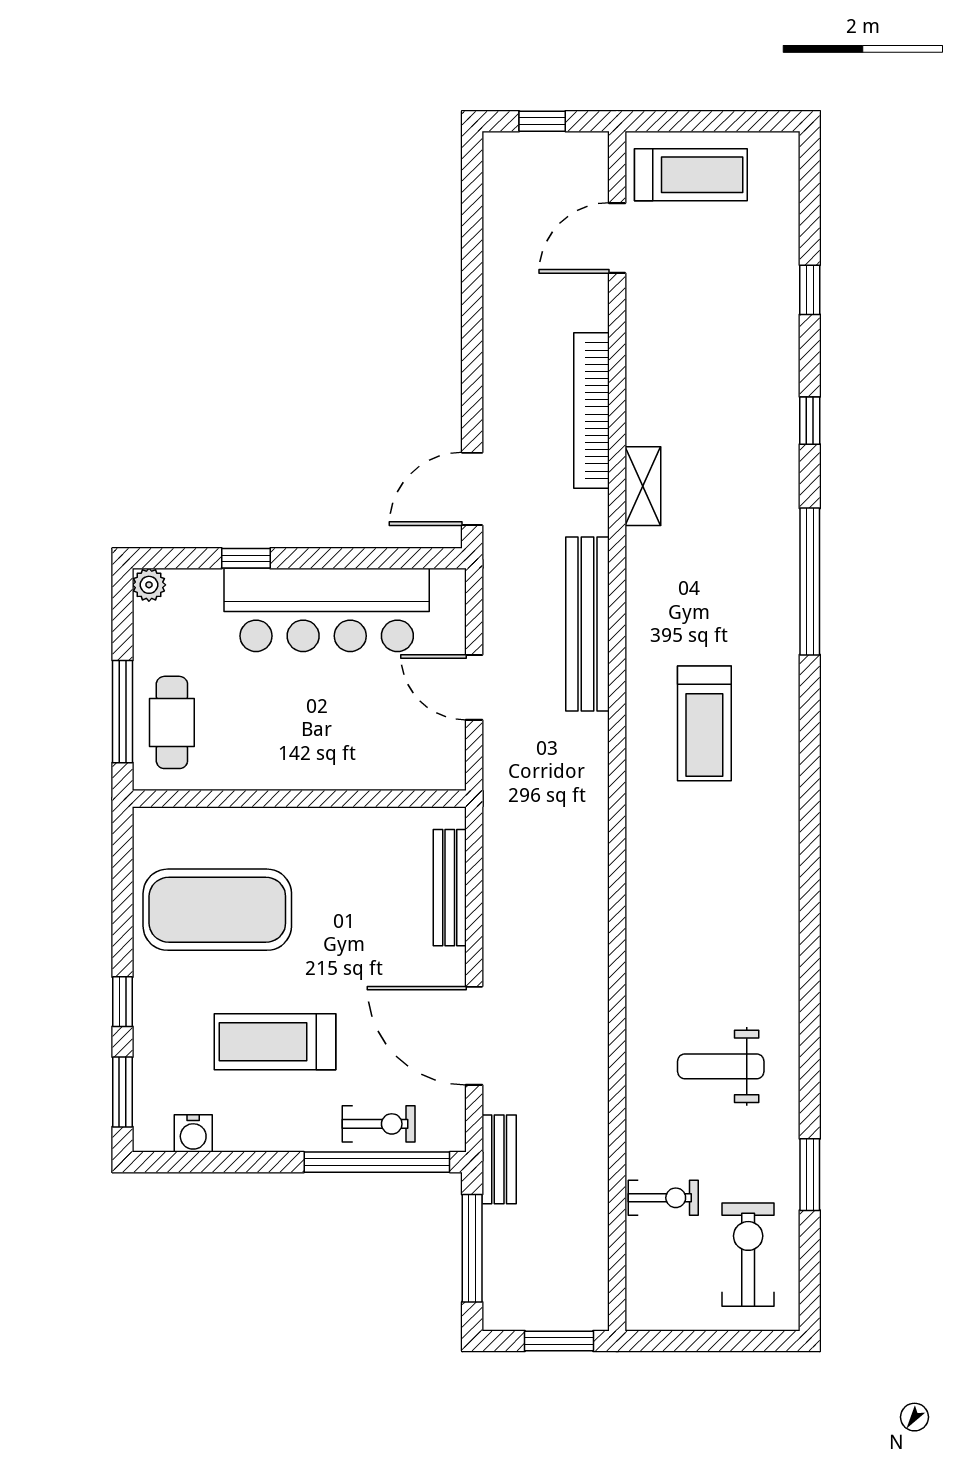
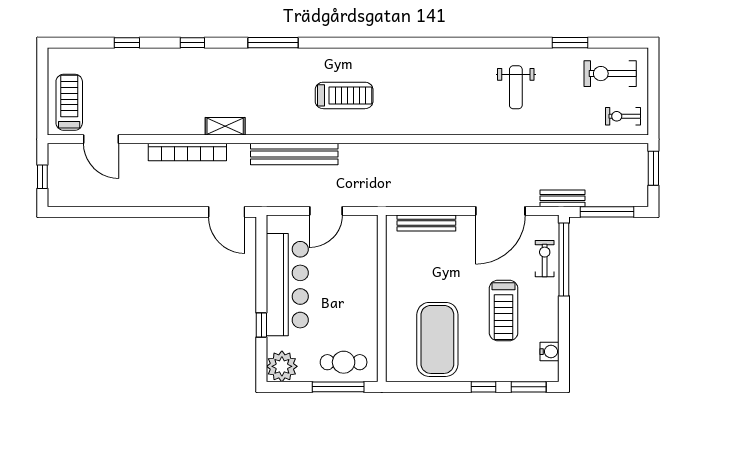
window: (810, 581) -> (273, 43), width x0.68
plant: (149, 585) -> (282, 366), width x1.88, depth x1.88
exercise bike: (663, 1198) -> (623, 116), moved, turned -90

